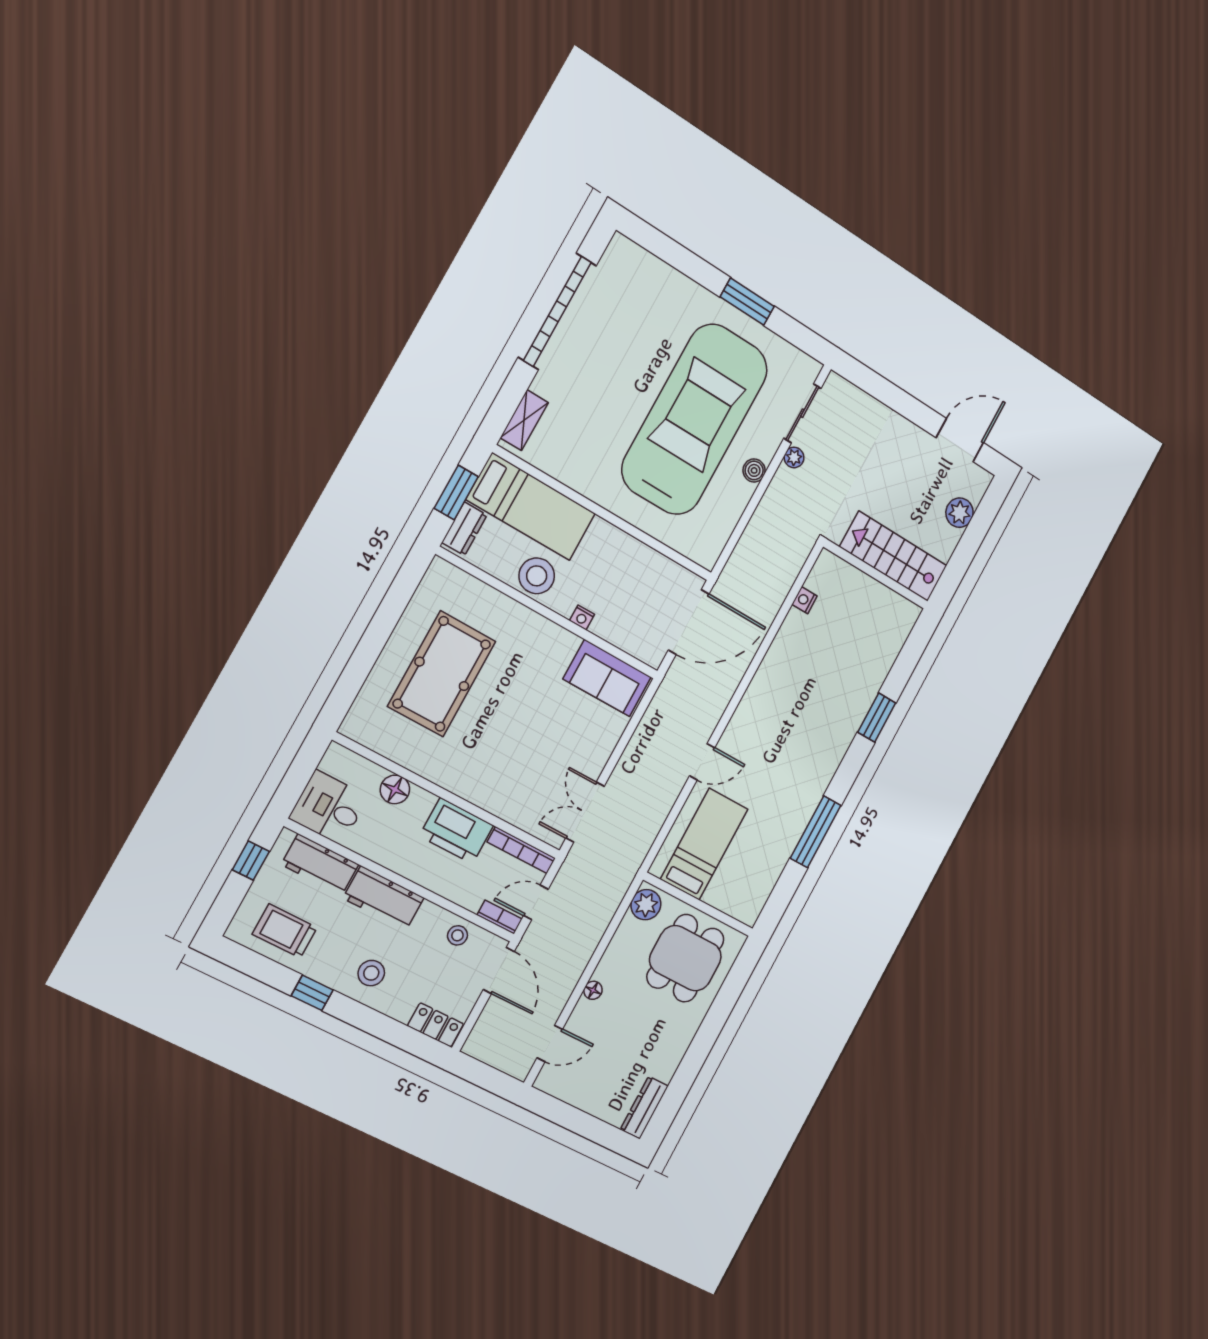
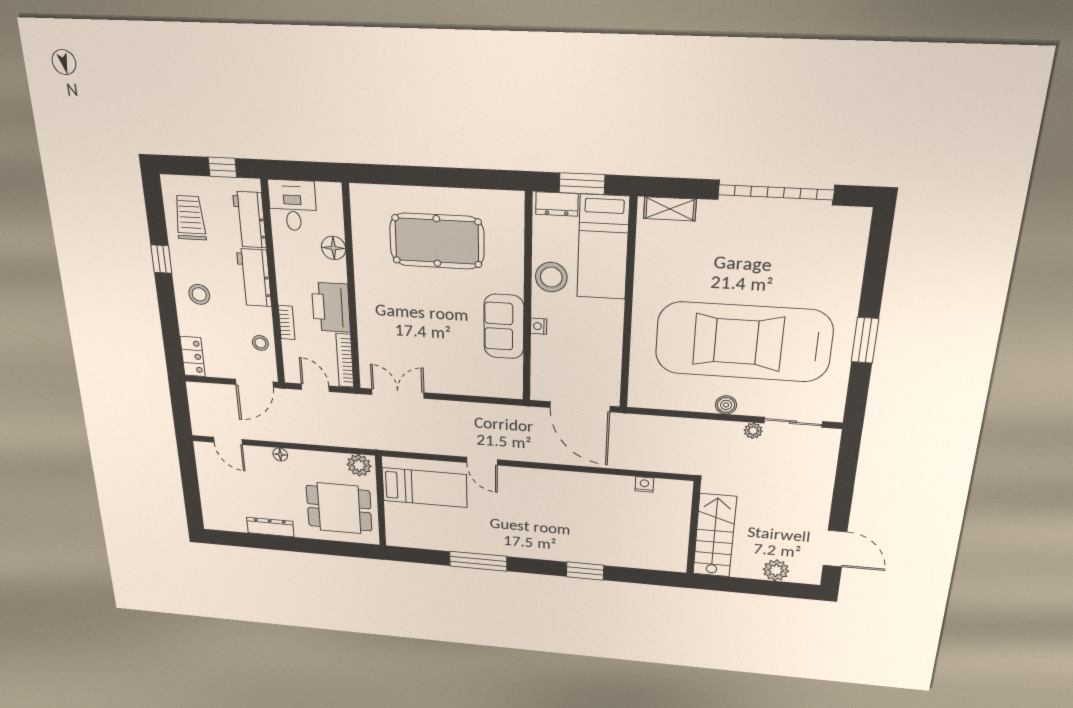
car: (695, 419) -> (743, 342), turned 180
sofa: (607, 678) -> (504, 326), moved
bookcase: (500, 917) -> (287, 323), moved
dresser: (644, 1108) -> (270, 527), moved

